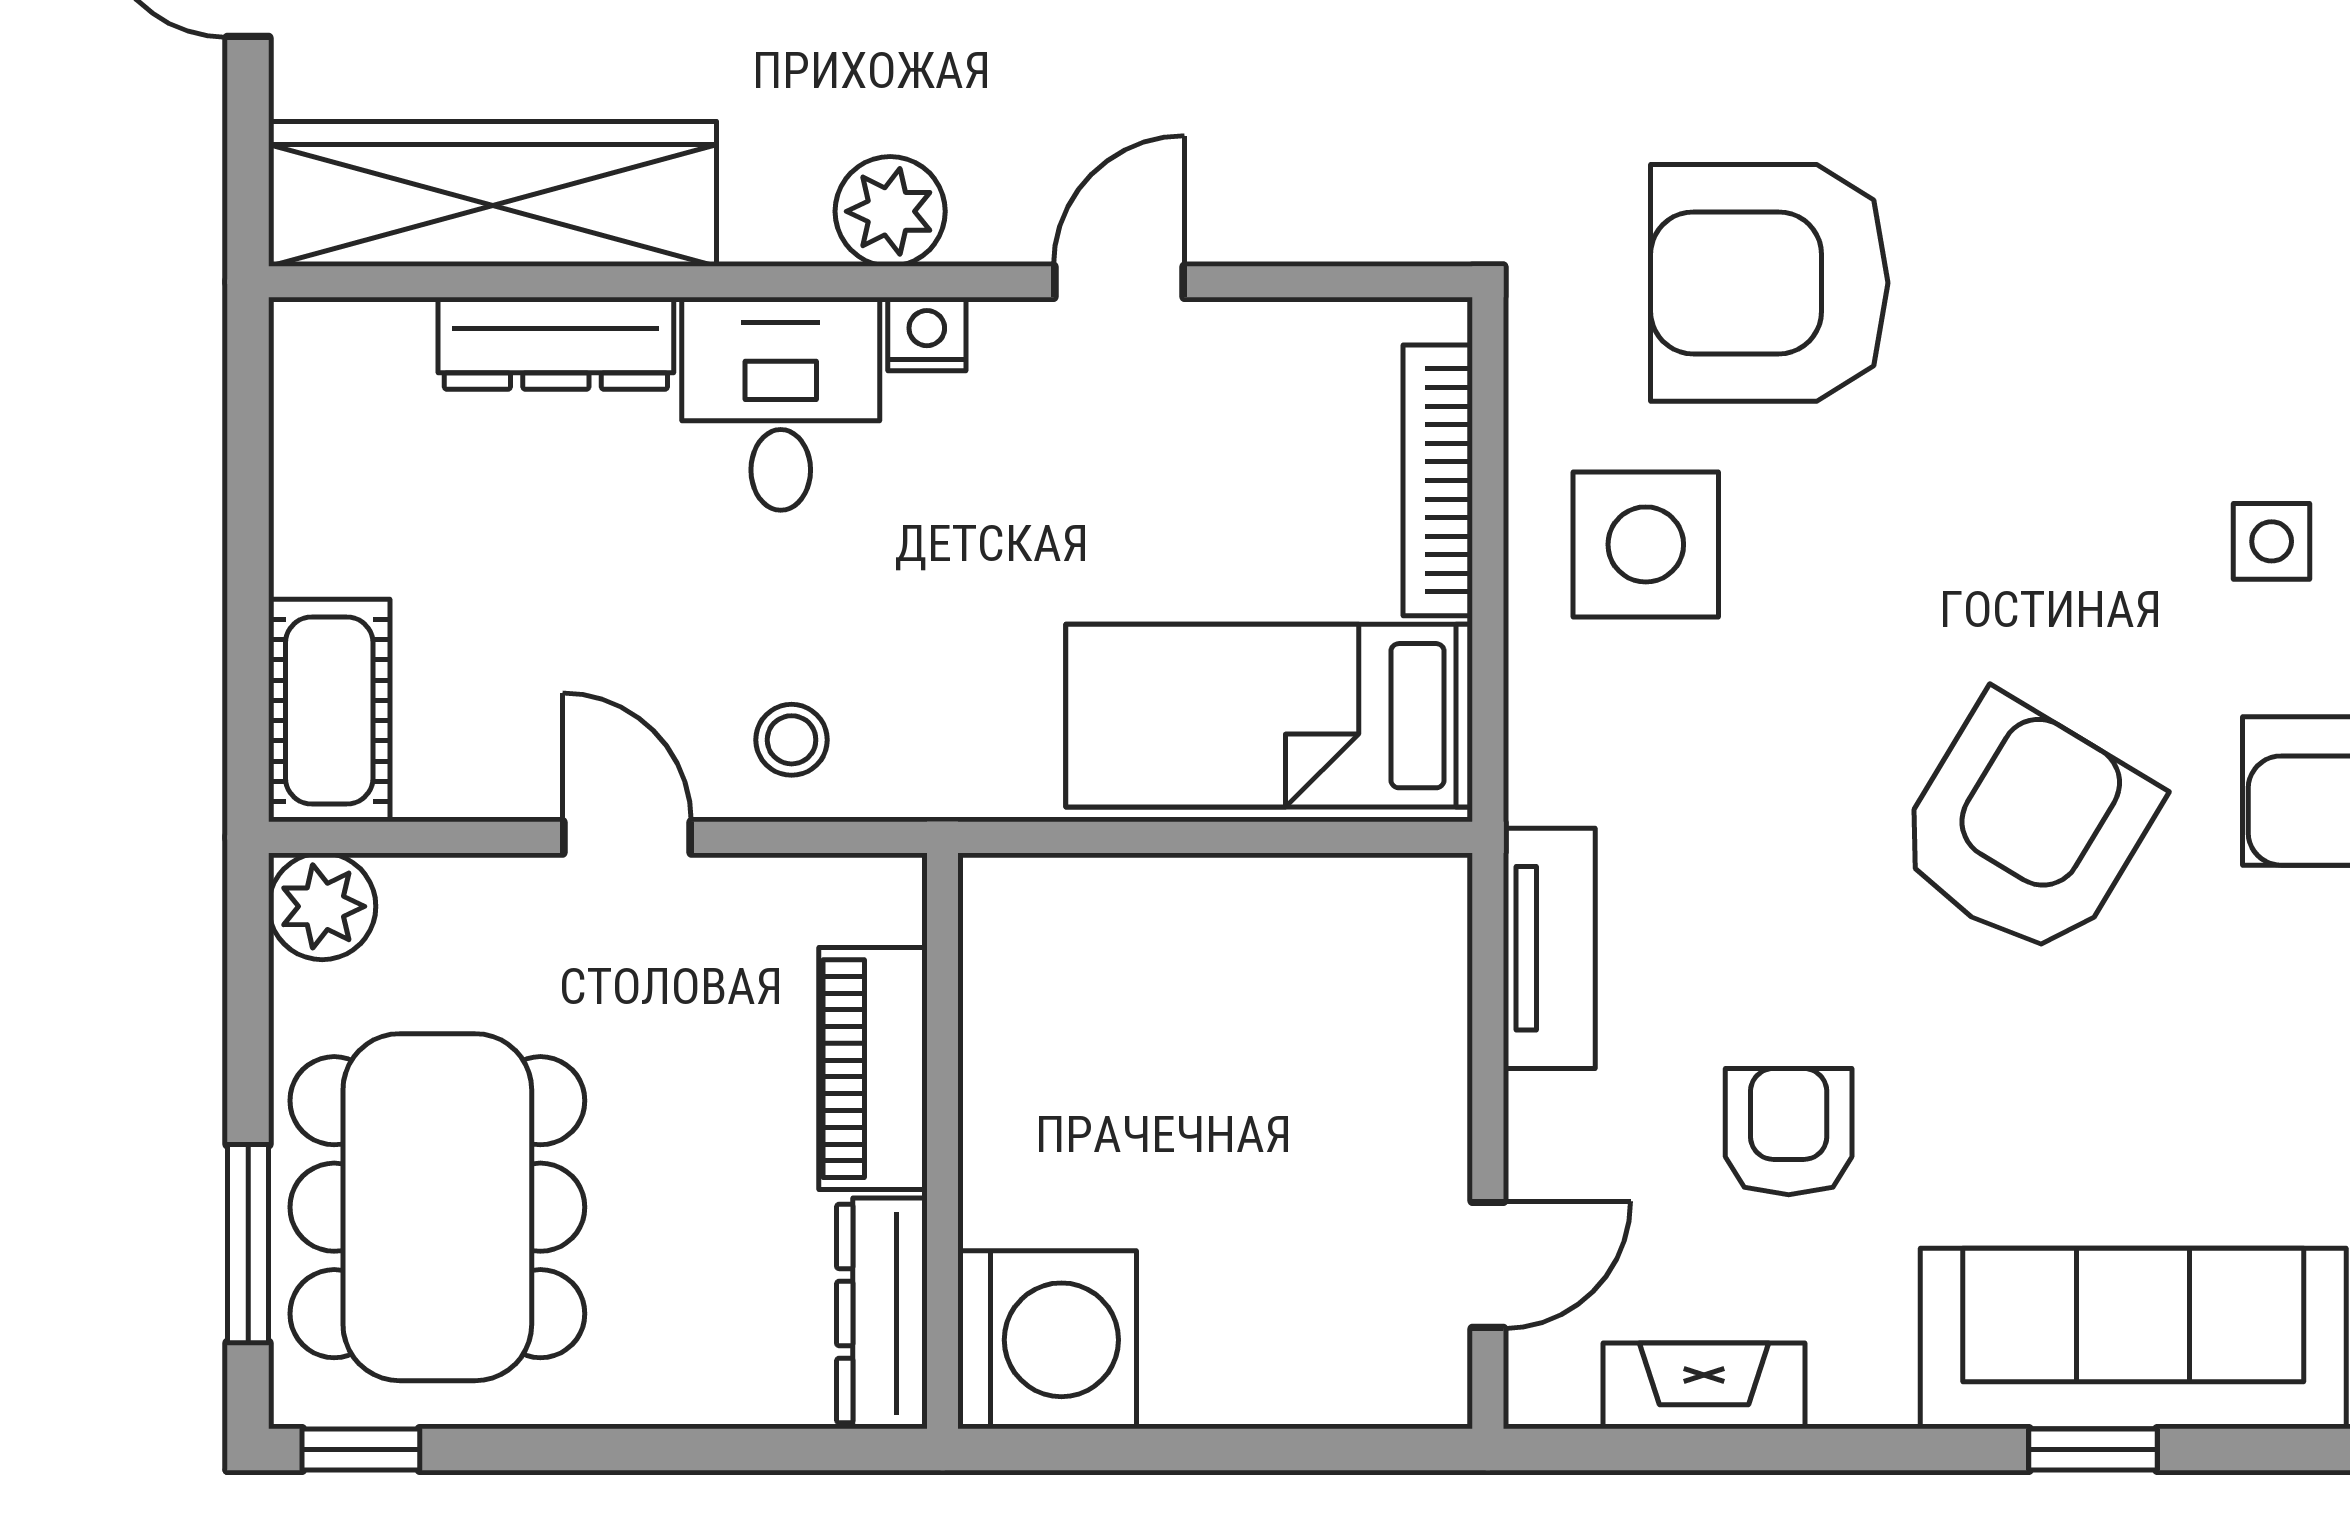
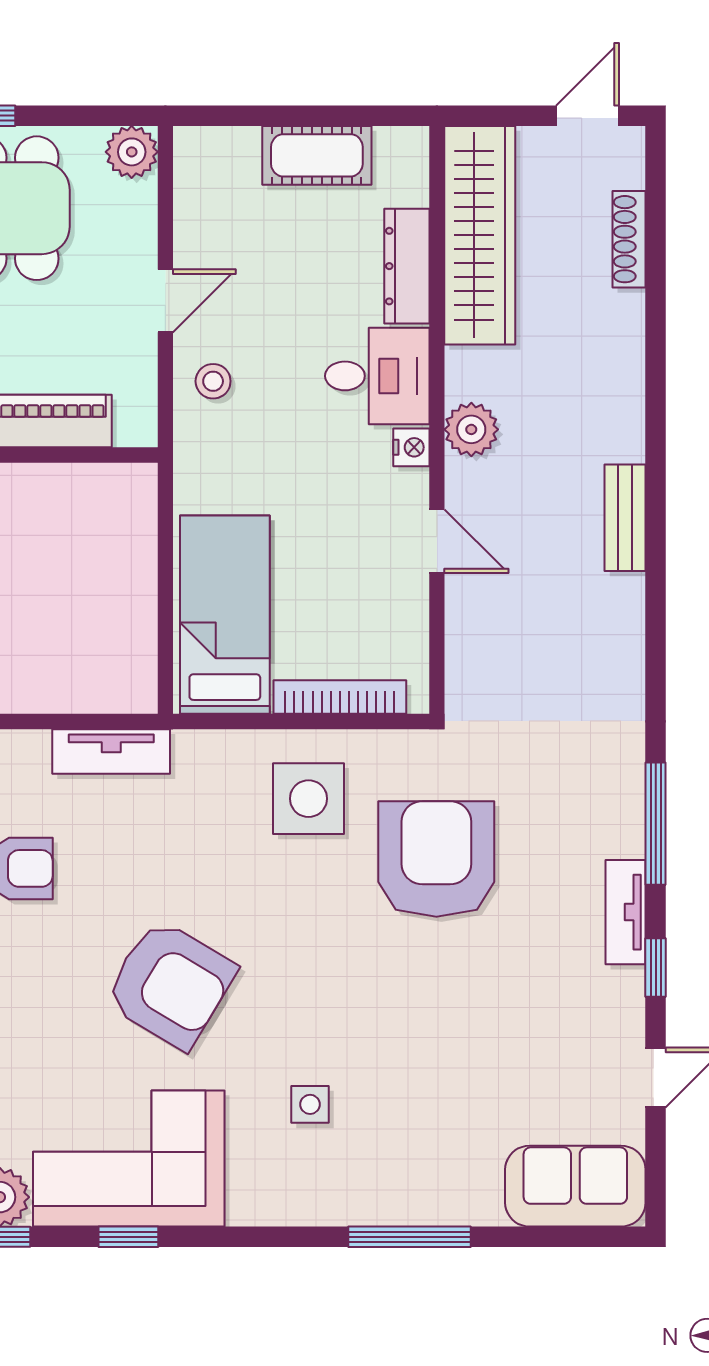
cot: (329, 710) -> (317, 155), moved

